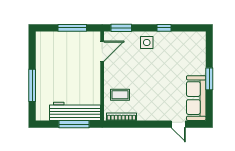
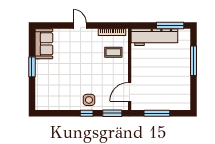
window: (164, 28) -> (87, 113), moved
sofa: (196, 98) -> (44, 44), width x0.73
window: (74, 124) -> (170, 26), moved
door: (178, 124) -> (80, 26), moved

